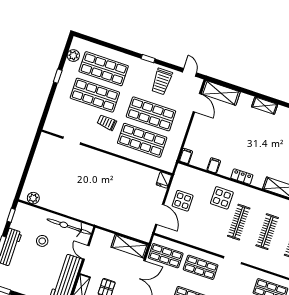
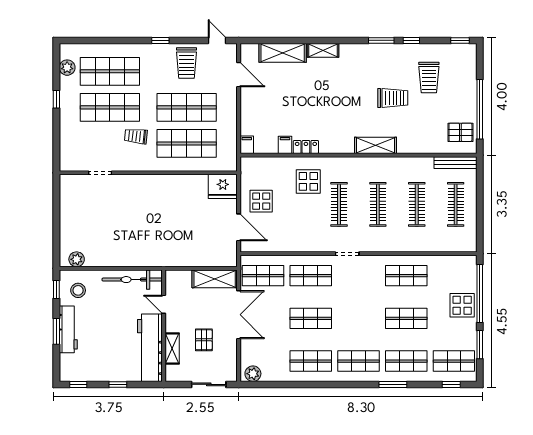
shelving: (221, 93) -> (283, 53), moved
locker: (242, 177) -> (306, 147), moved
fridge: (164, 180) -> (223, 186), width x1.88, depth x1.34
stool: (42, 241) -> (78, 290), moved

